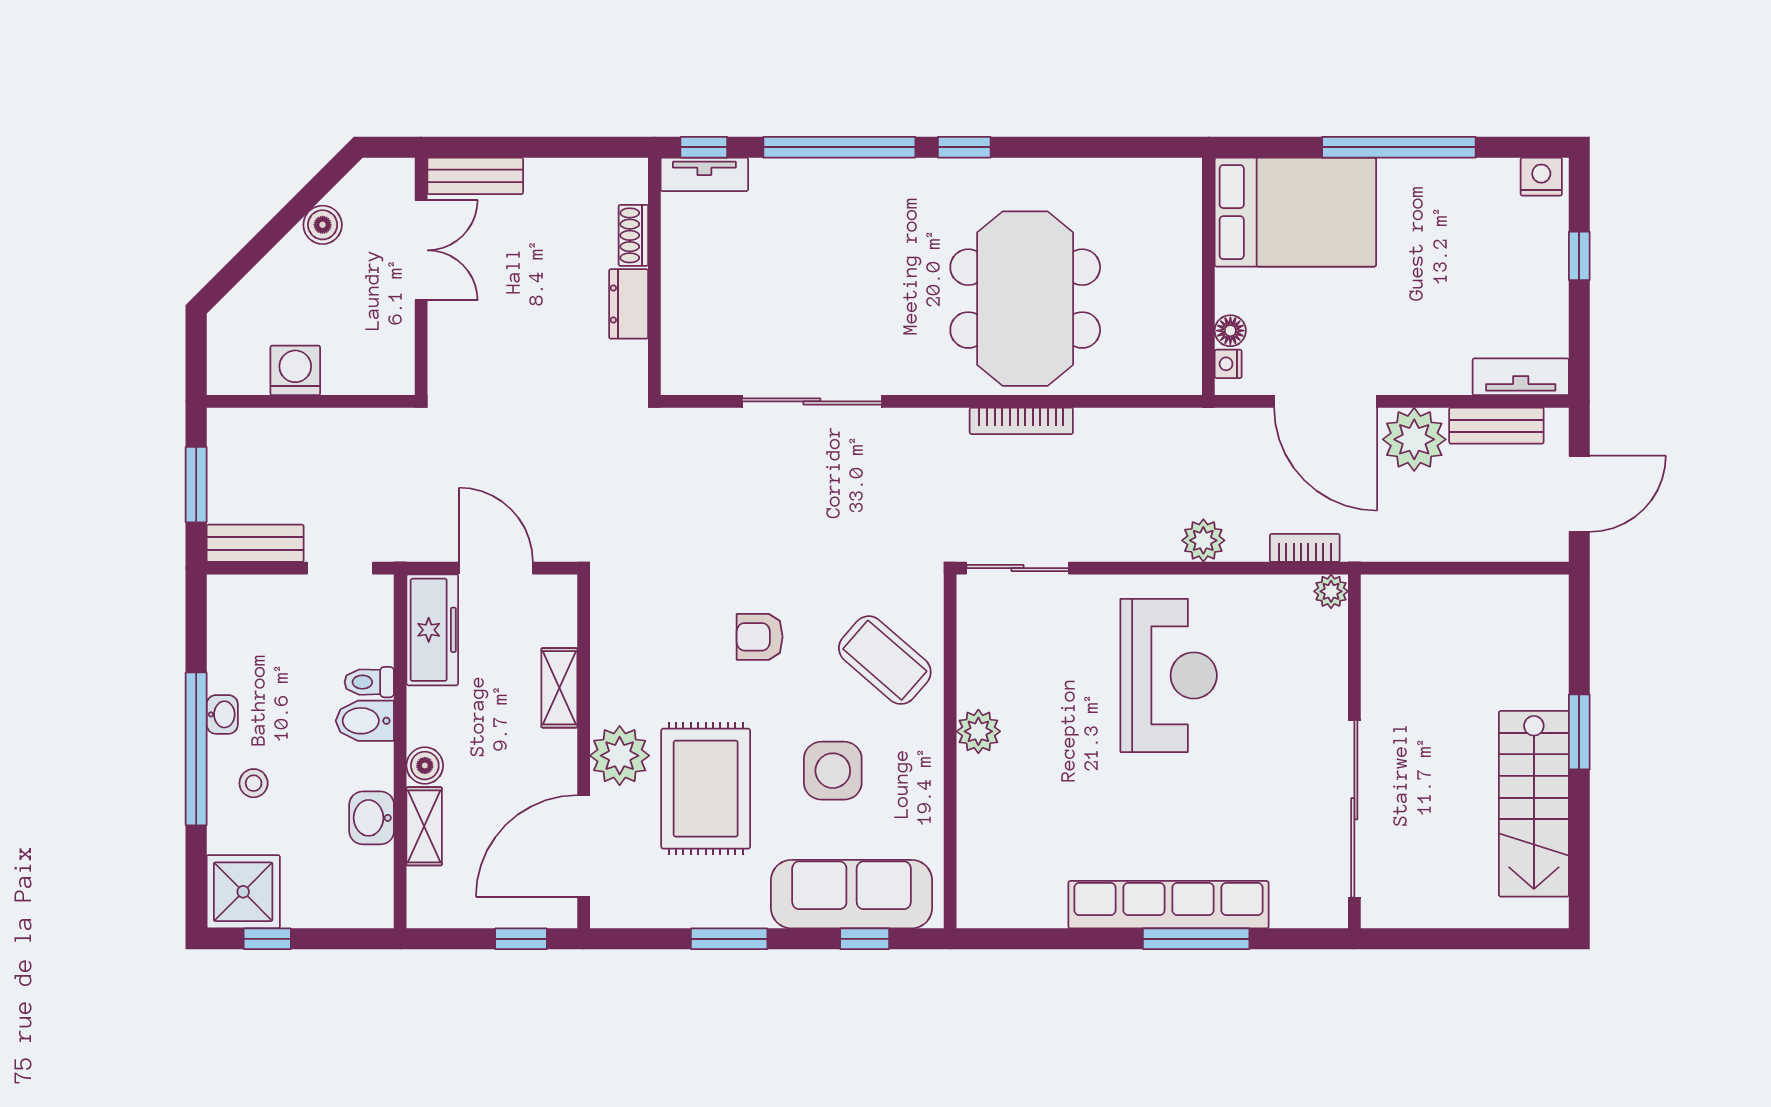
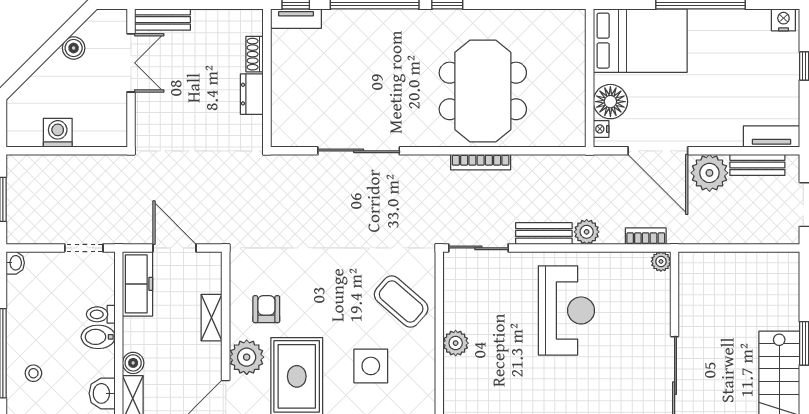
floor lamp: (1230, 331) -> (610, 102), width x1.89, depth x1.89
bench: (255, 543) -> (544, 233), moved
armchair: (760, 637) -> (266, 309), moved, turned 90
washbasin: (222, 714) -> (15, 263), moved

